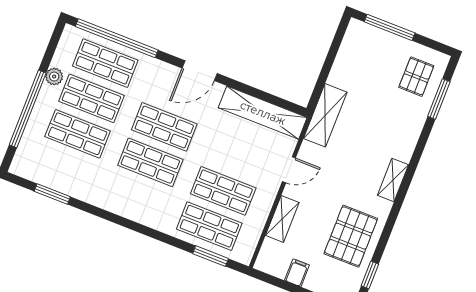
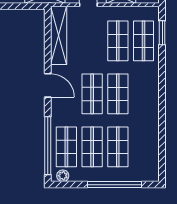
plant: (54, 77) -> (63, 176), moved
window: (52, 194) -> (162, 148), removed

